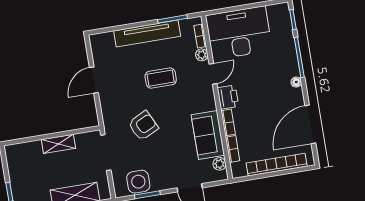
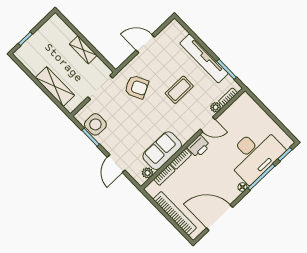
desk: (239, 33) -> (255, 154), moved, turned 90
coffee table: (161, 78) -> (179, 90), turned 90
armchair: (143, 126) -> (137, 87), moved

